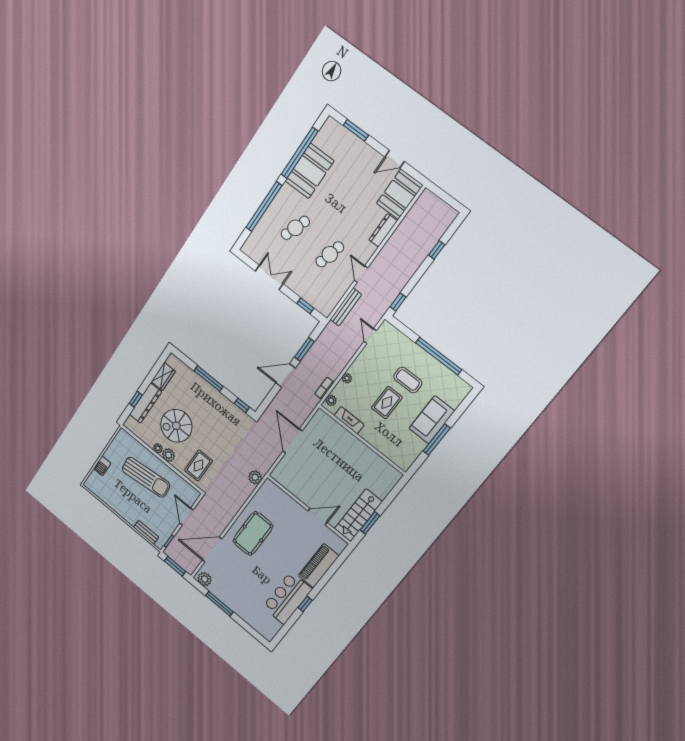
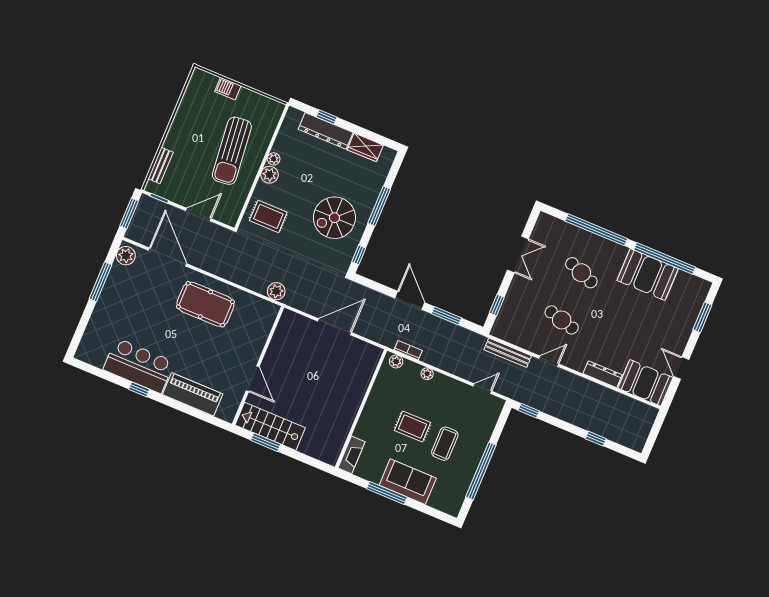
fireplace: (349, 420) -> (351, 455), moved
spiral stairs: (176, 426) -> (334, 218), moved, turned -90

